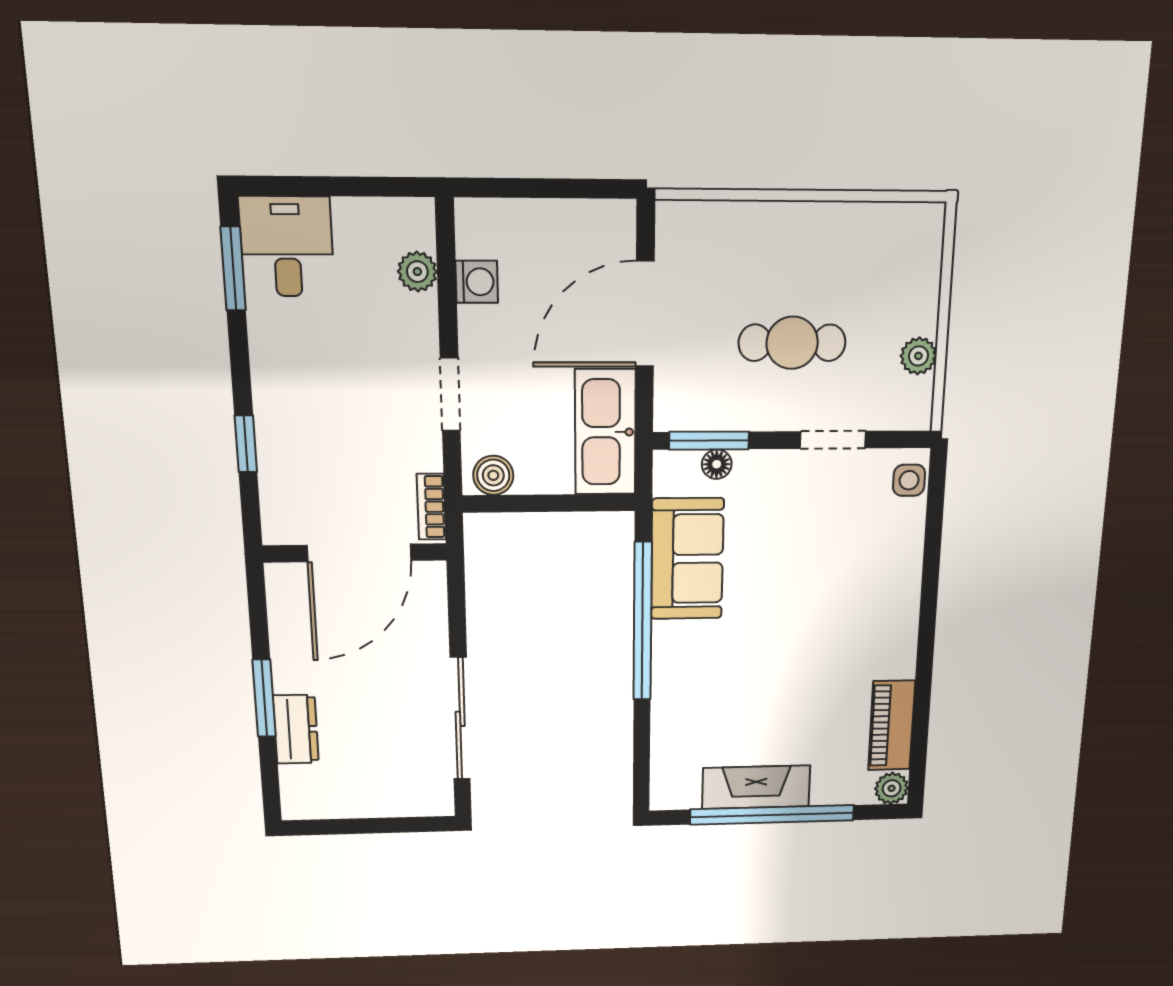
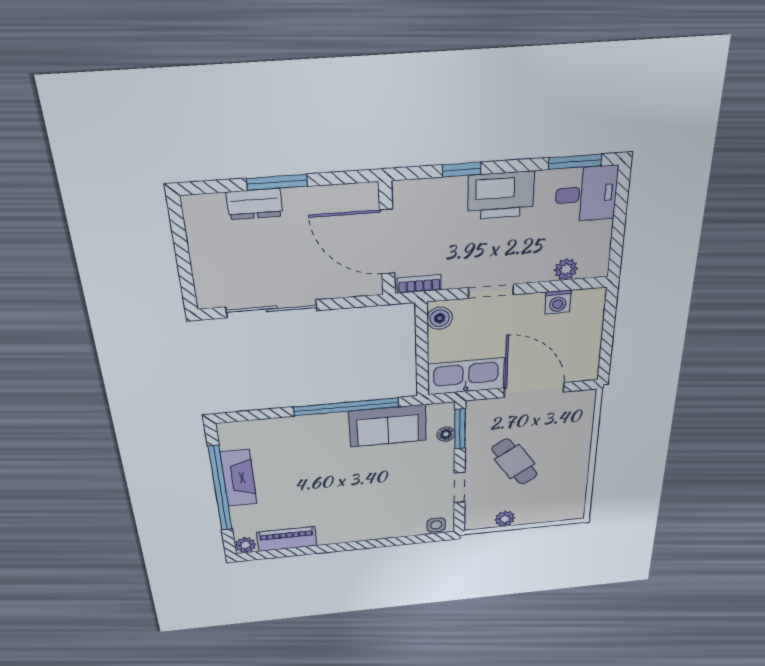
cafe table: (792, 343) -> (515, 462), turned -33
printer: (287, 384) -> (501, 195), added

